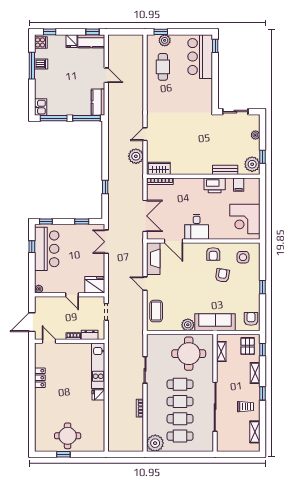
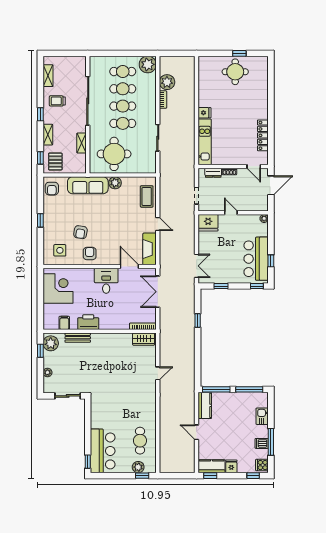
kitchen sink: (41, 107) -> (262, 416), moved
plant: (136, 156) -> (167, 82), moved
shelving: (221, 352) -> (82, 143), moved
locker: (40, 378) -> (263, 135), width x1.53

